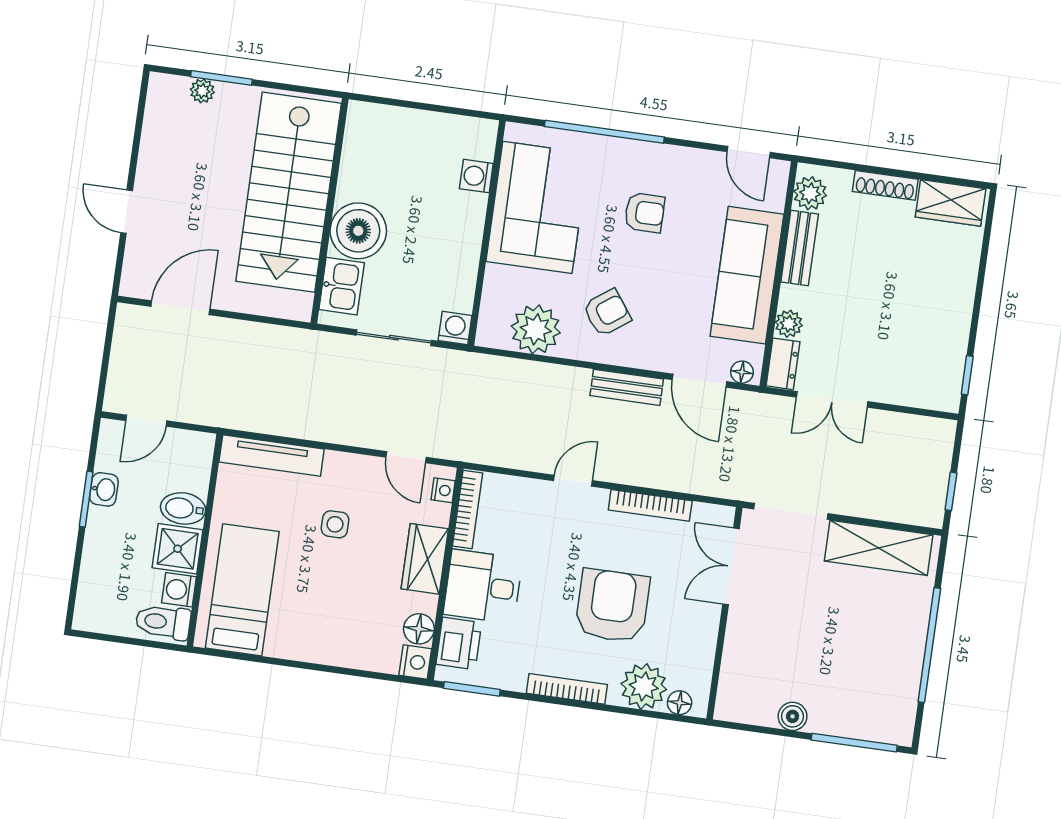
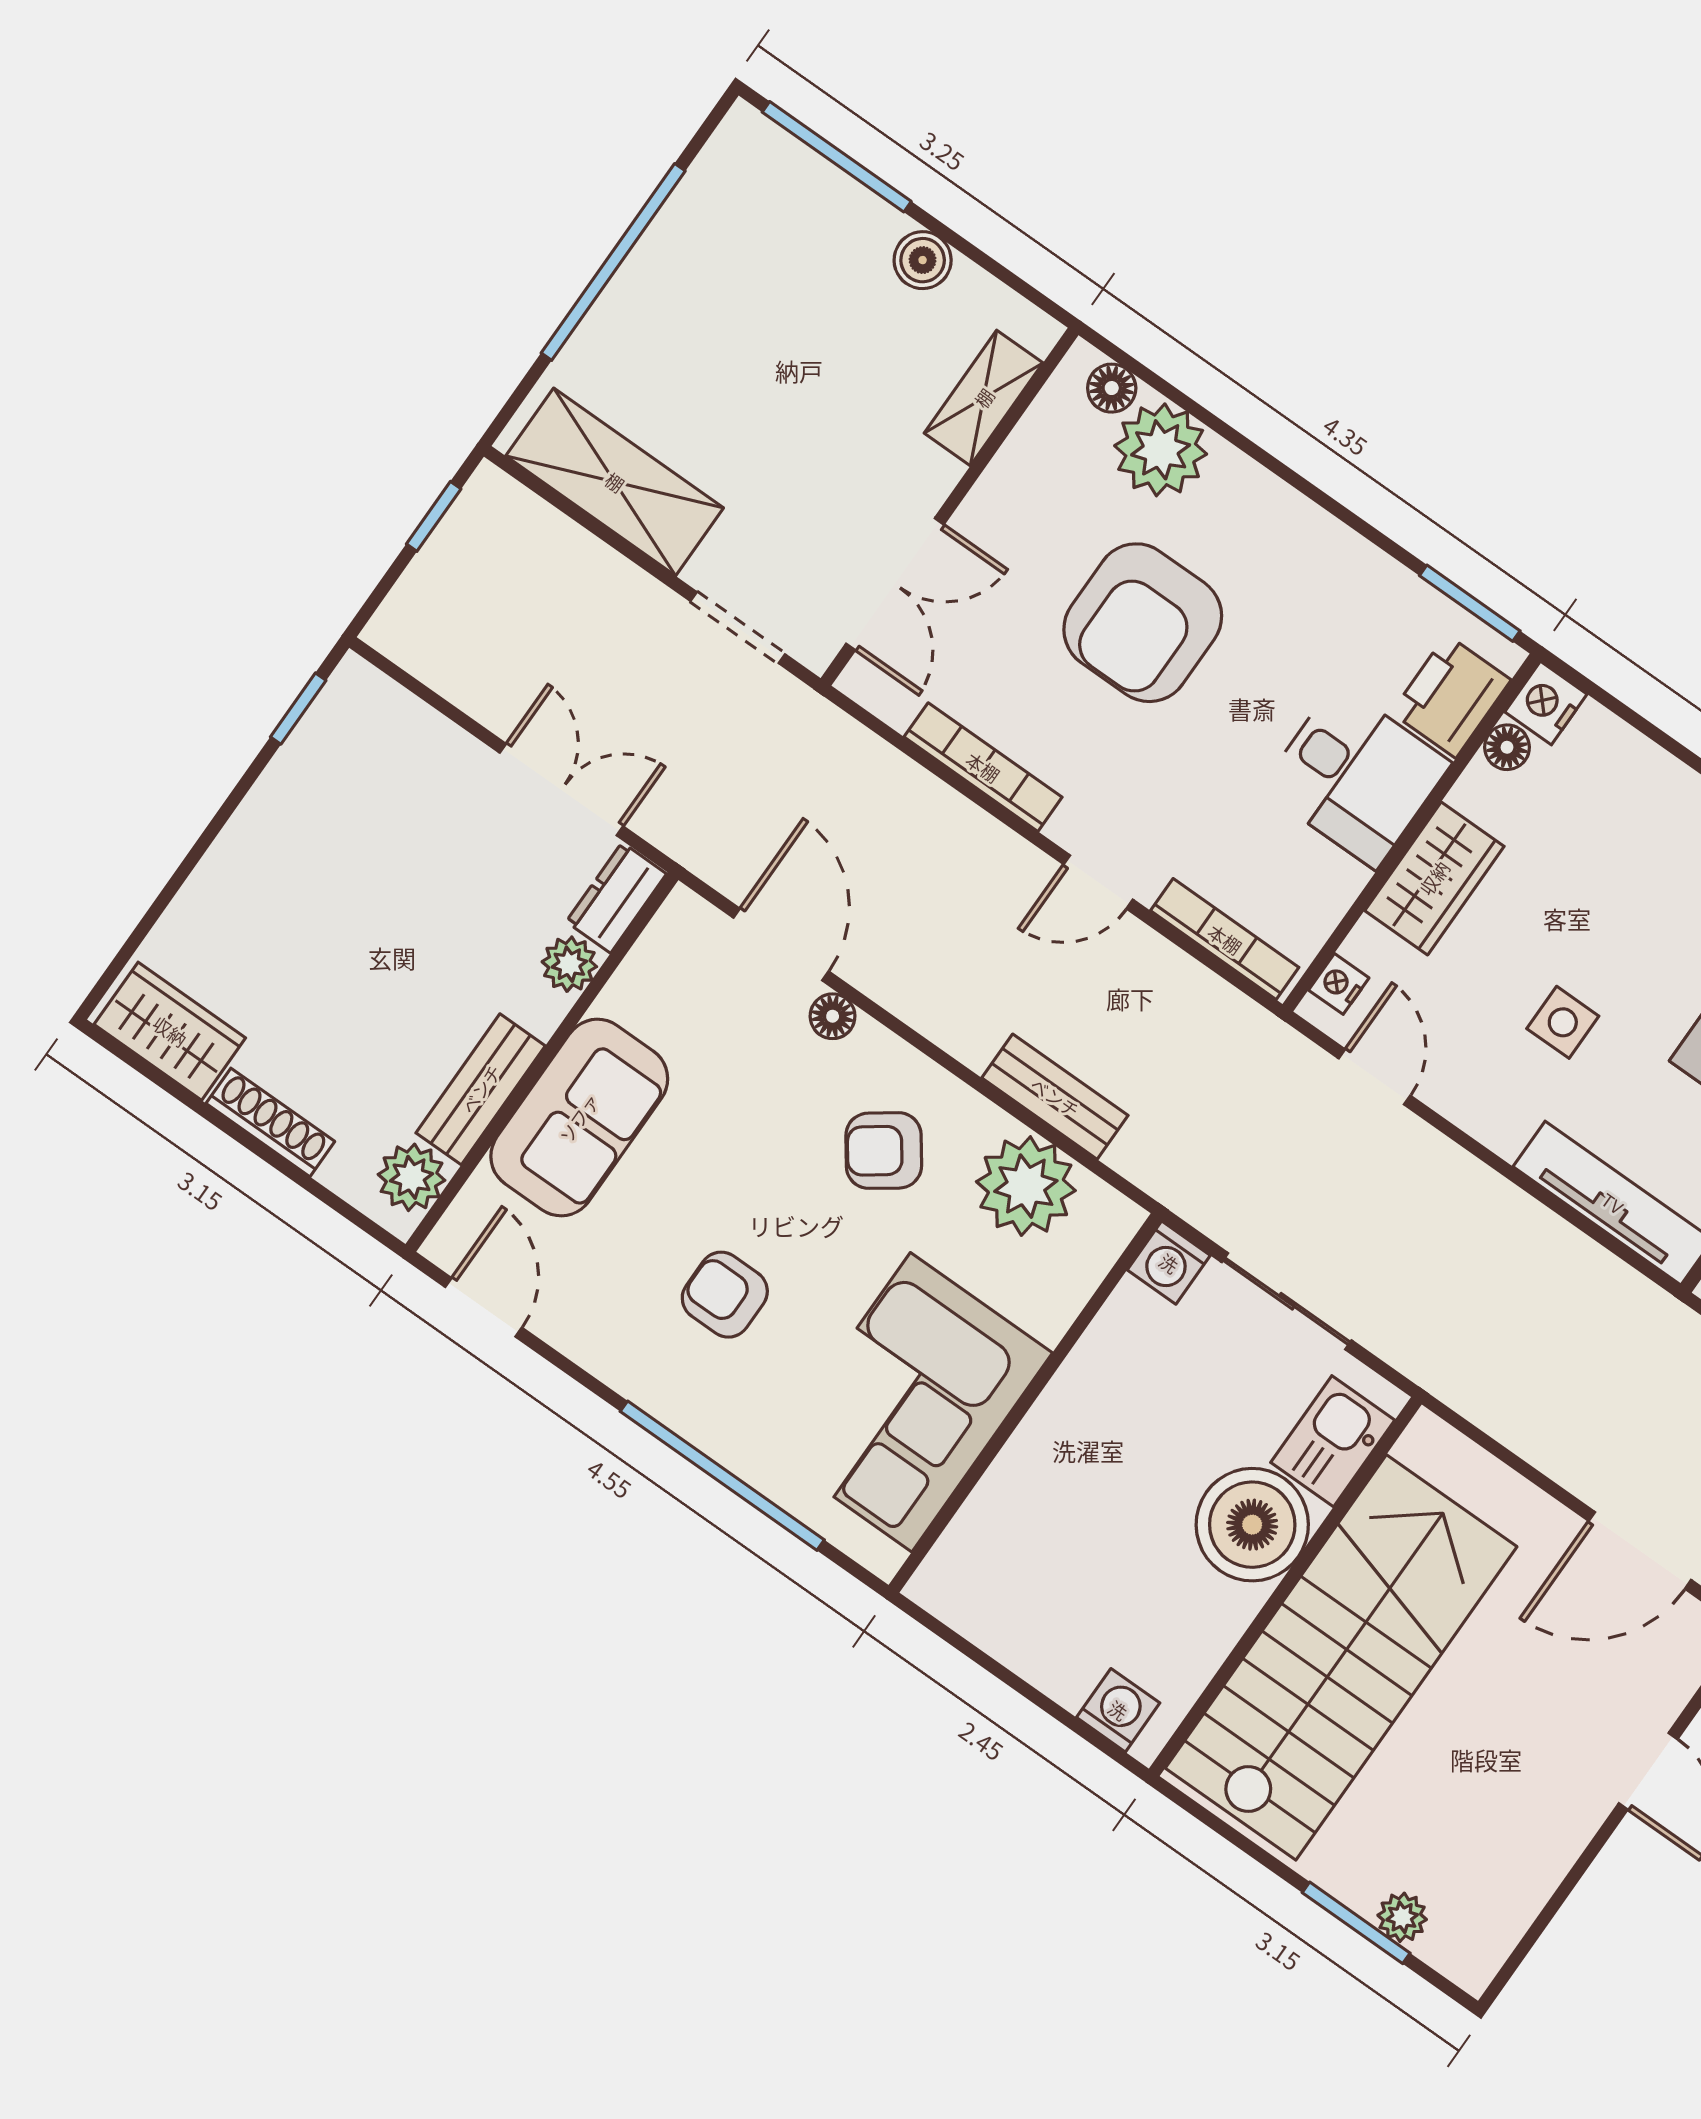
washing machine: (476, 176) -> (1118, 1710), moved, turned -90
sofa: (747, 275) -> (579, 1118), width x0.73
floor lamp: (742, 372) -> (833, 1016), moved
bench: (627, 387) -> (1055, 1097), moved
bookcase: (468, 509) -> (1225, 939), moved, turned 90
doorway: (791, 511) -> (738, 628), width x0.73
floor lamp: (419, 629) -> (1507, 747), width x0.73, depth x0.73
shelving: (734, 669) -> (984, 398), added
bookcase: (567, 689) -> (1300, 516), removed

